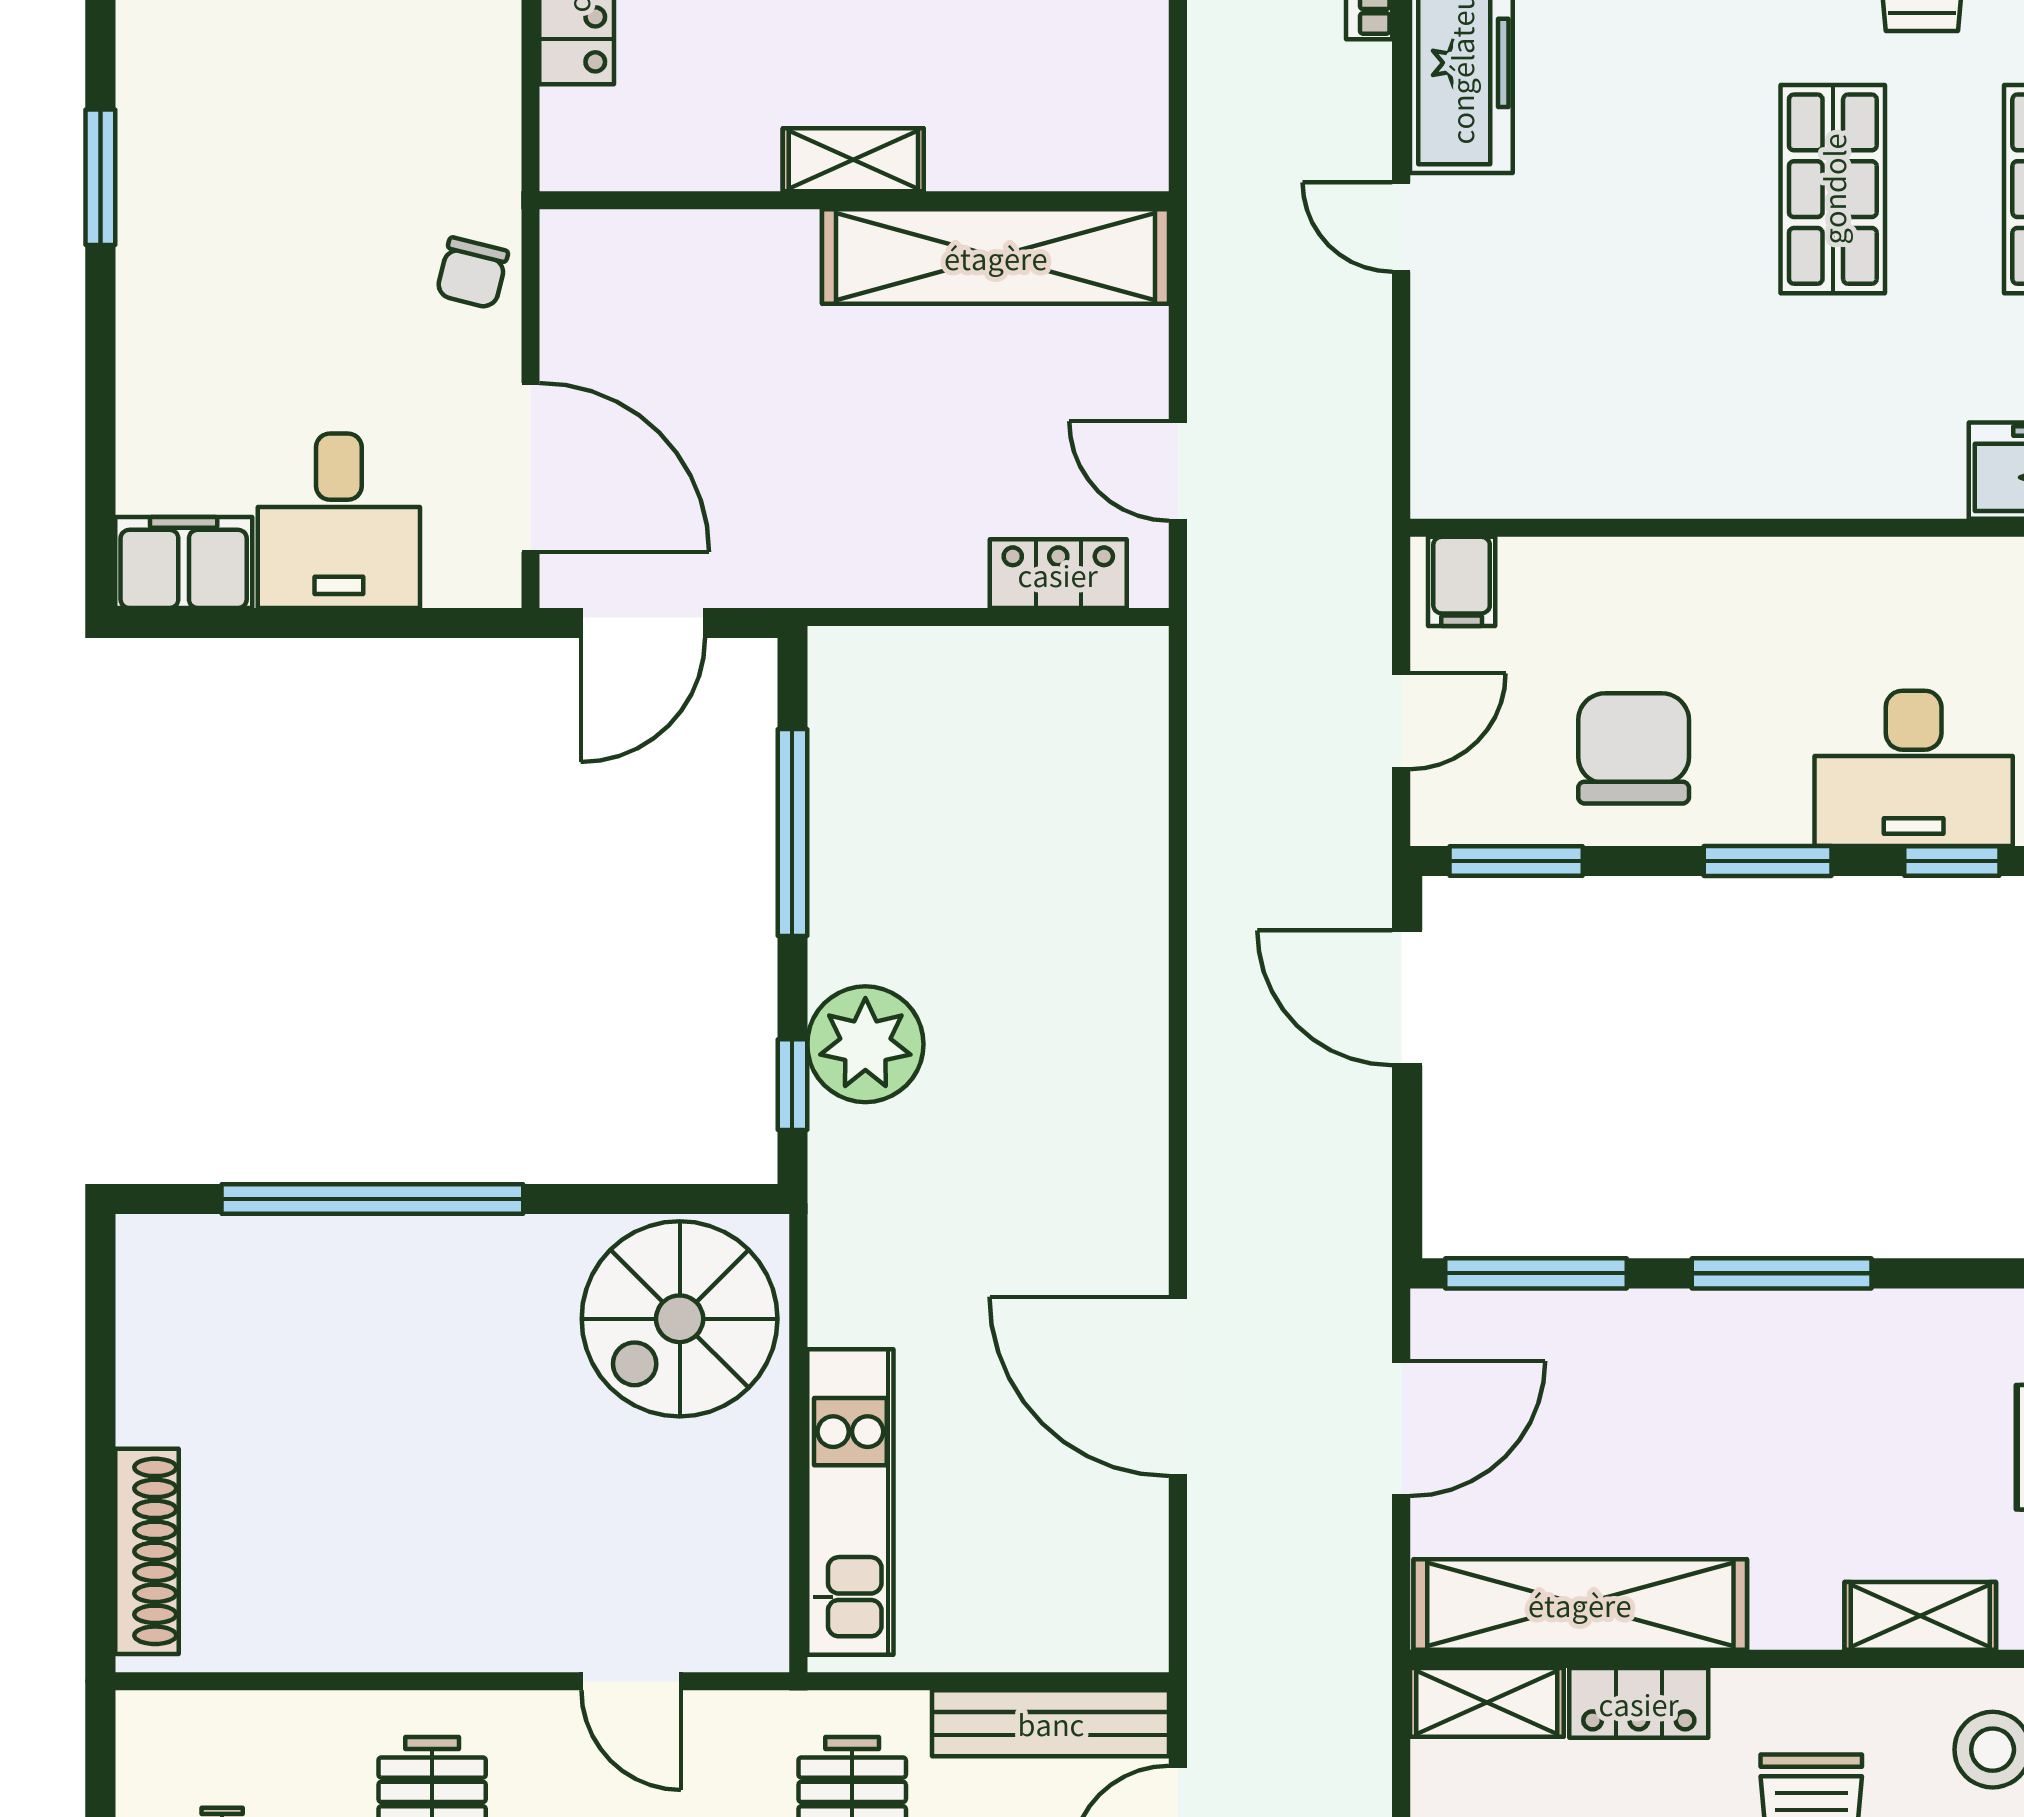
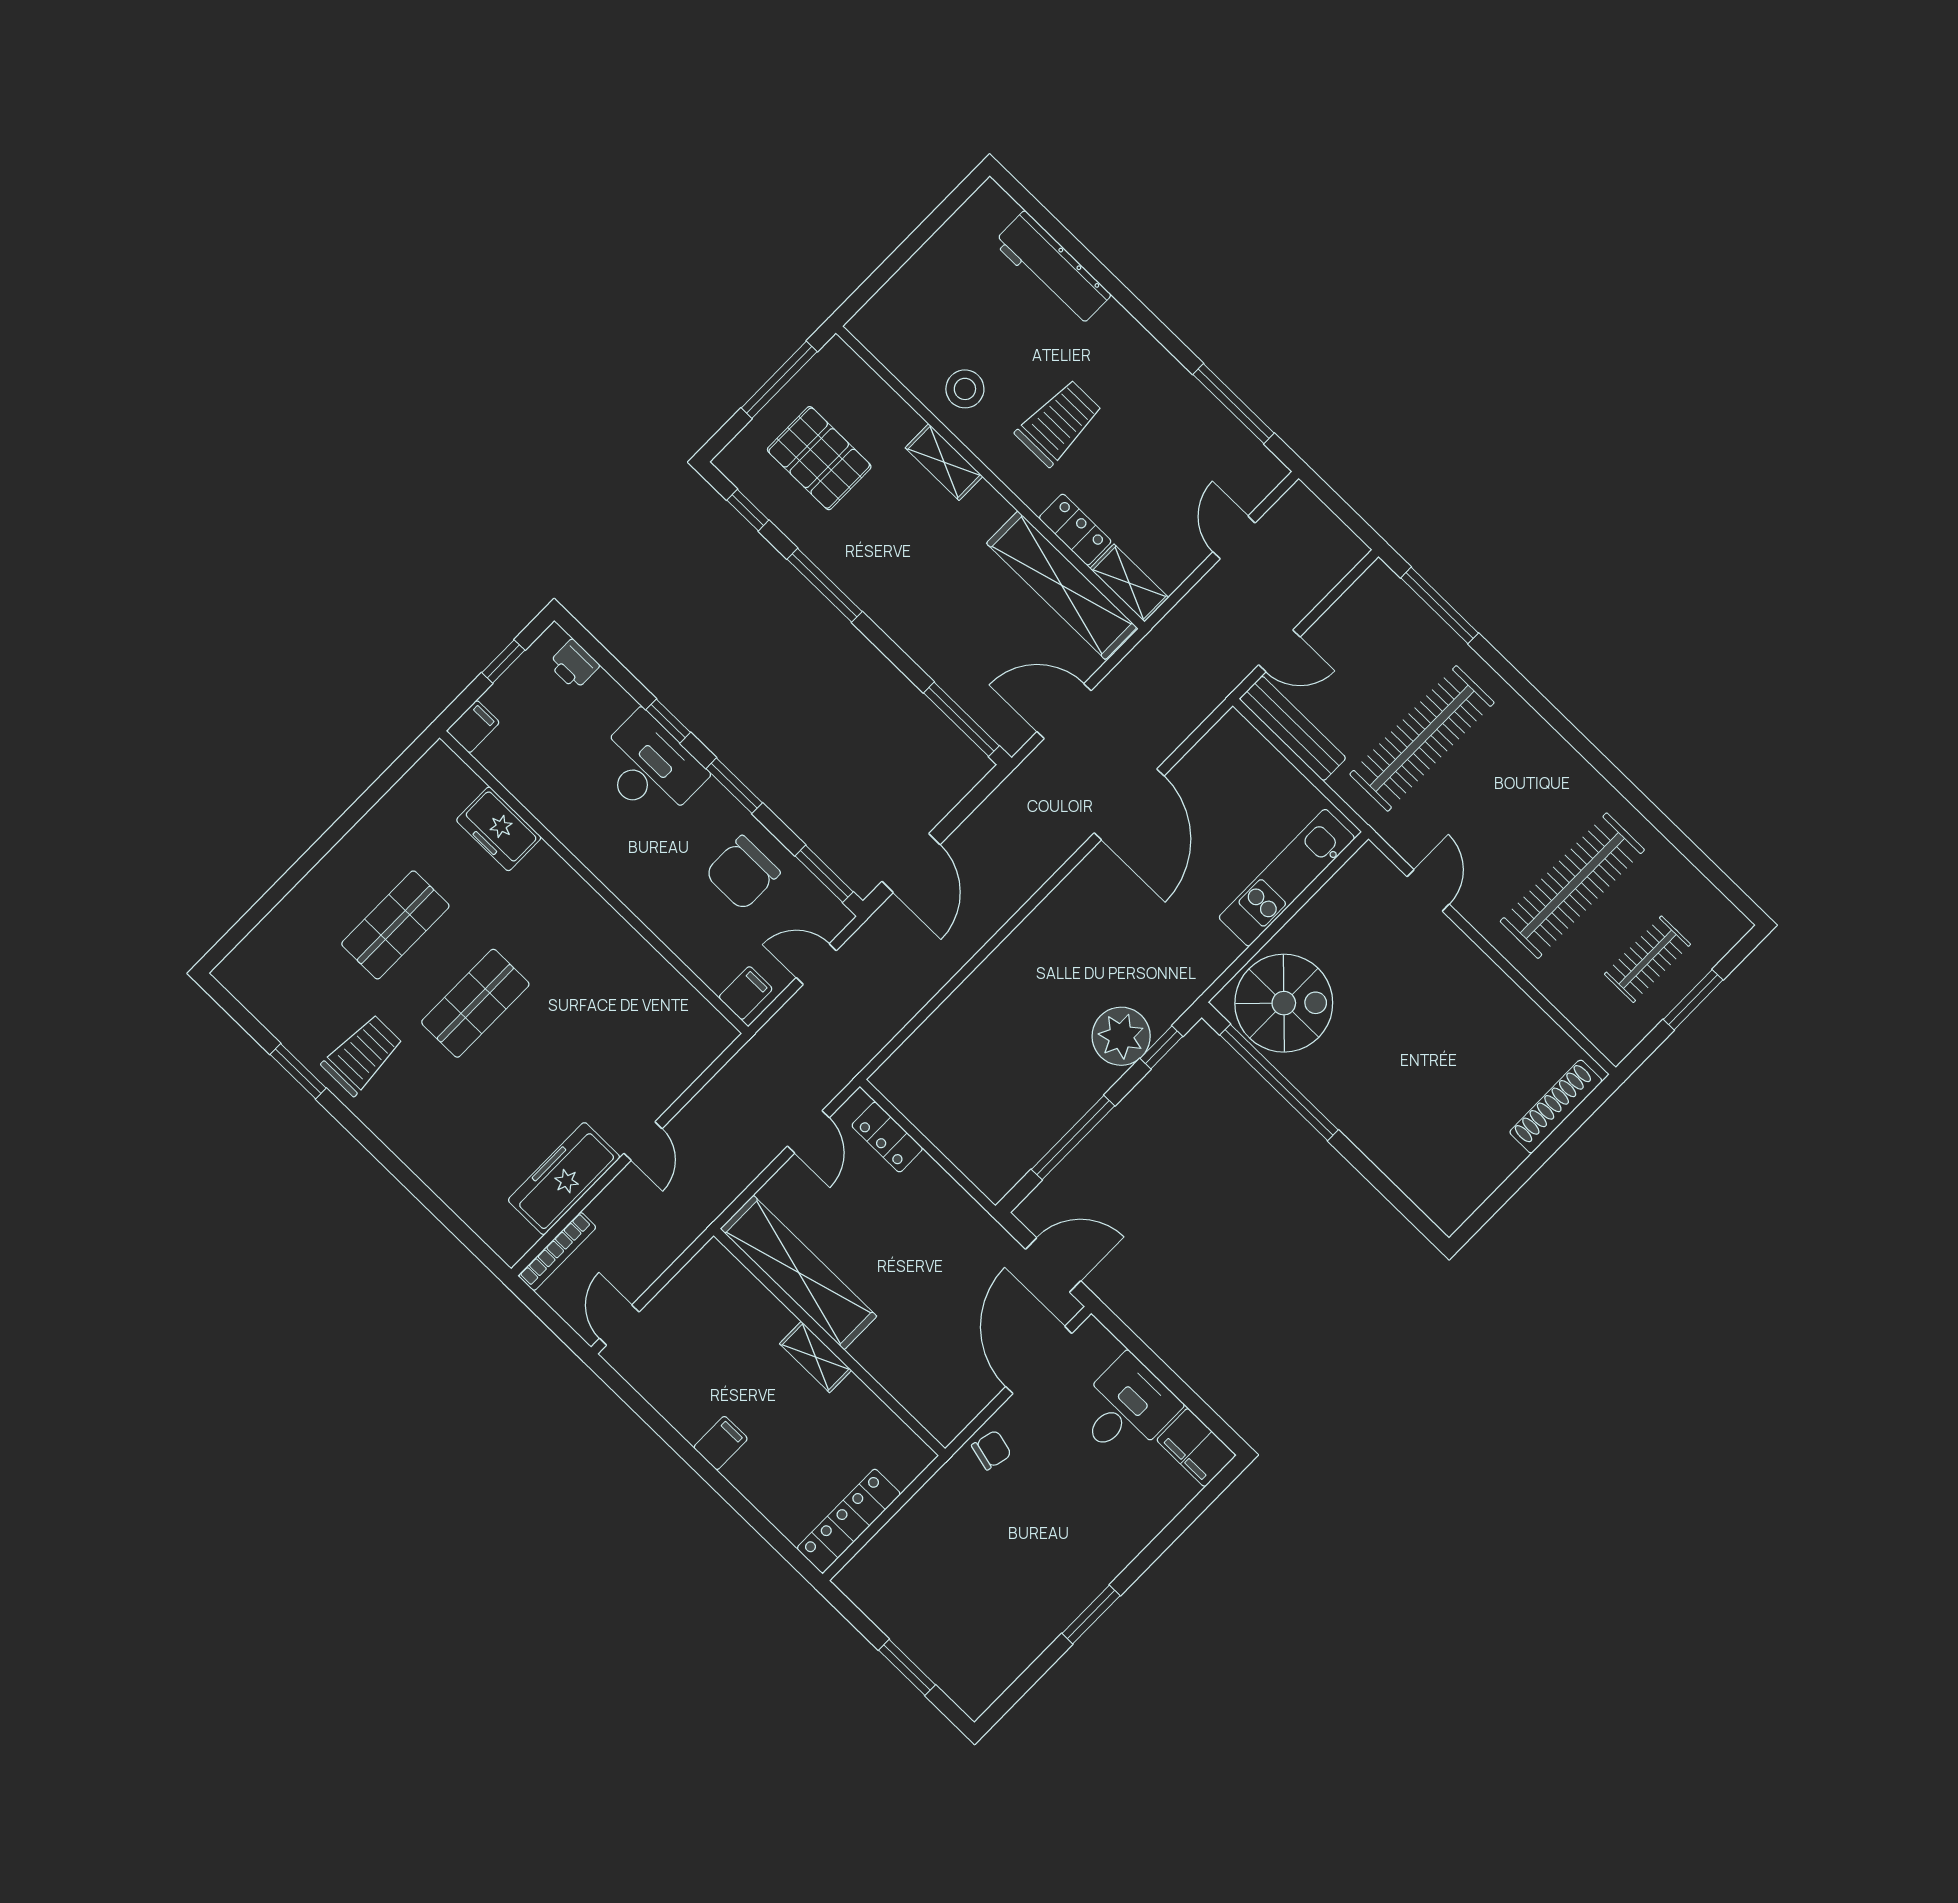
window: (372, 1199) -> (1279, 1082), moved
window: (1782, 1273) -> (825, 585), moved

